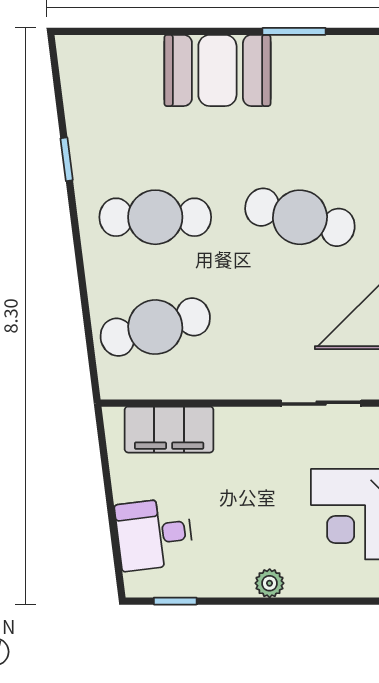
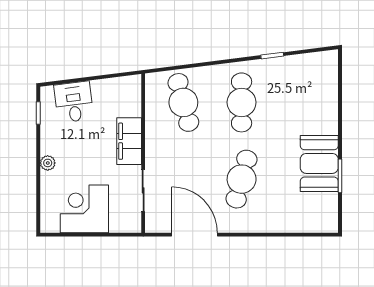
booth: (217, 70) -> (319, 163), moved
filing cabinet: (169, 430) -> (129, 141), moved

